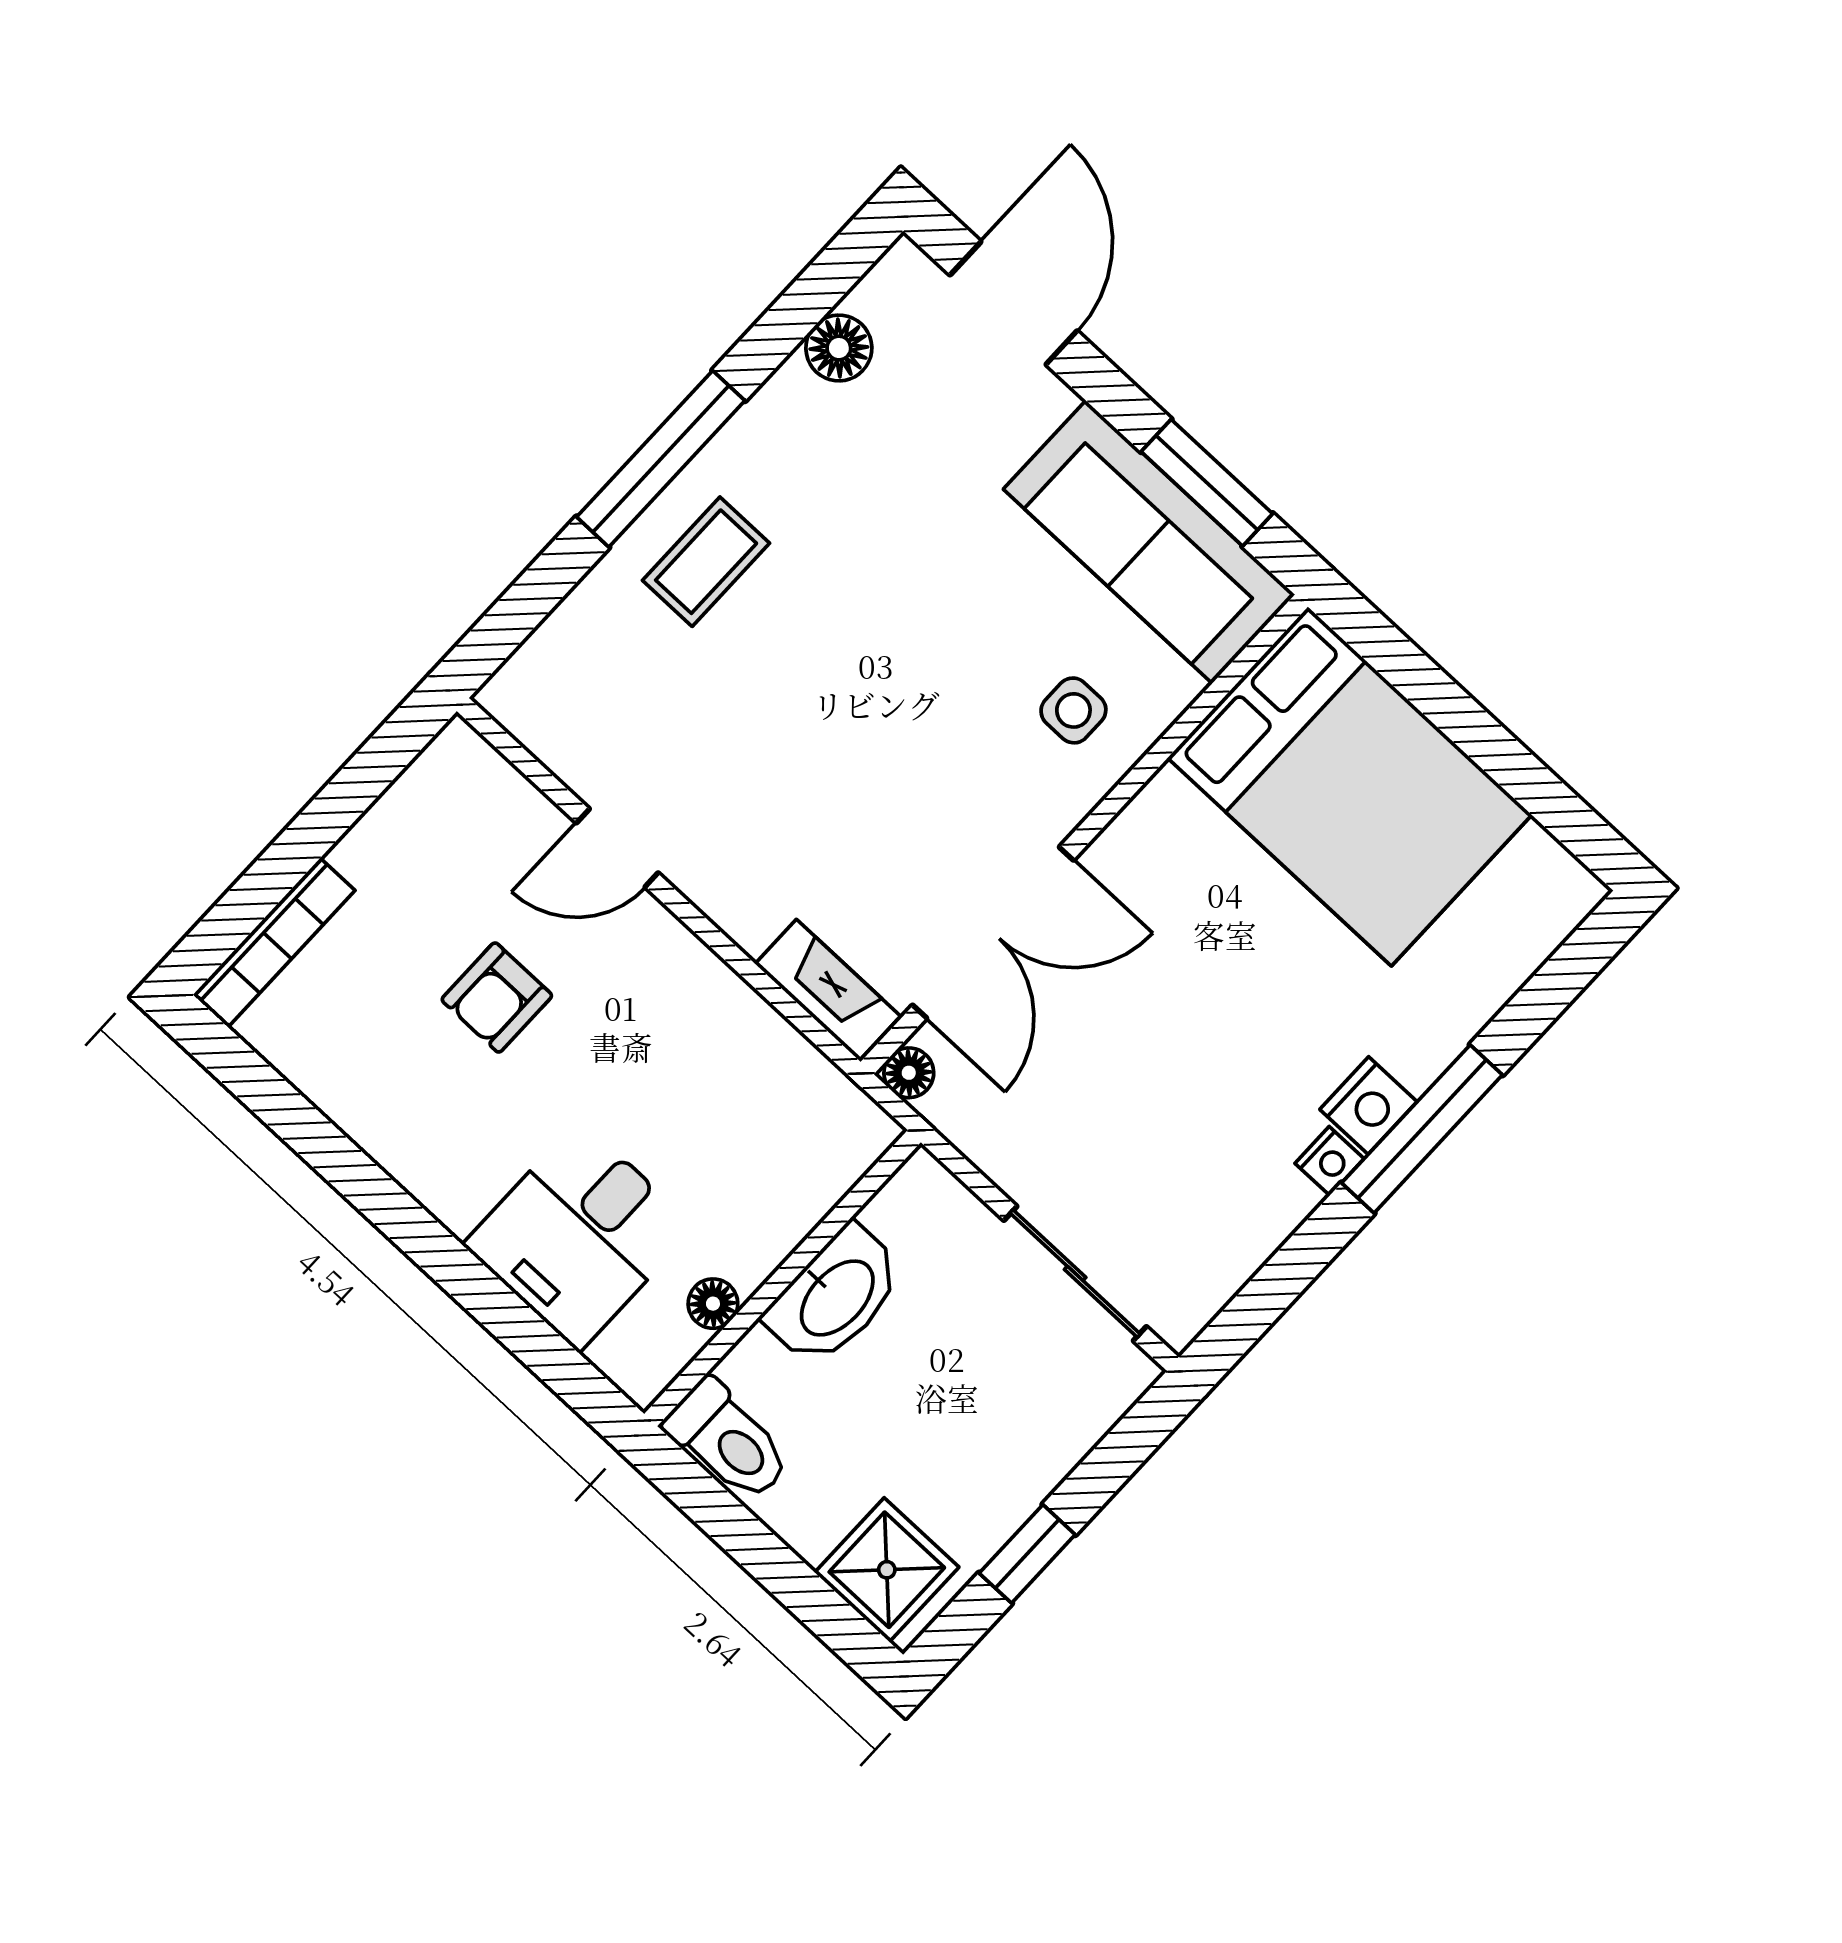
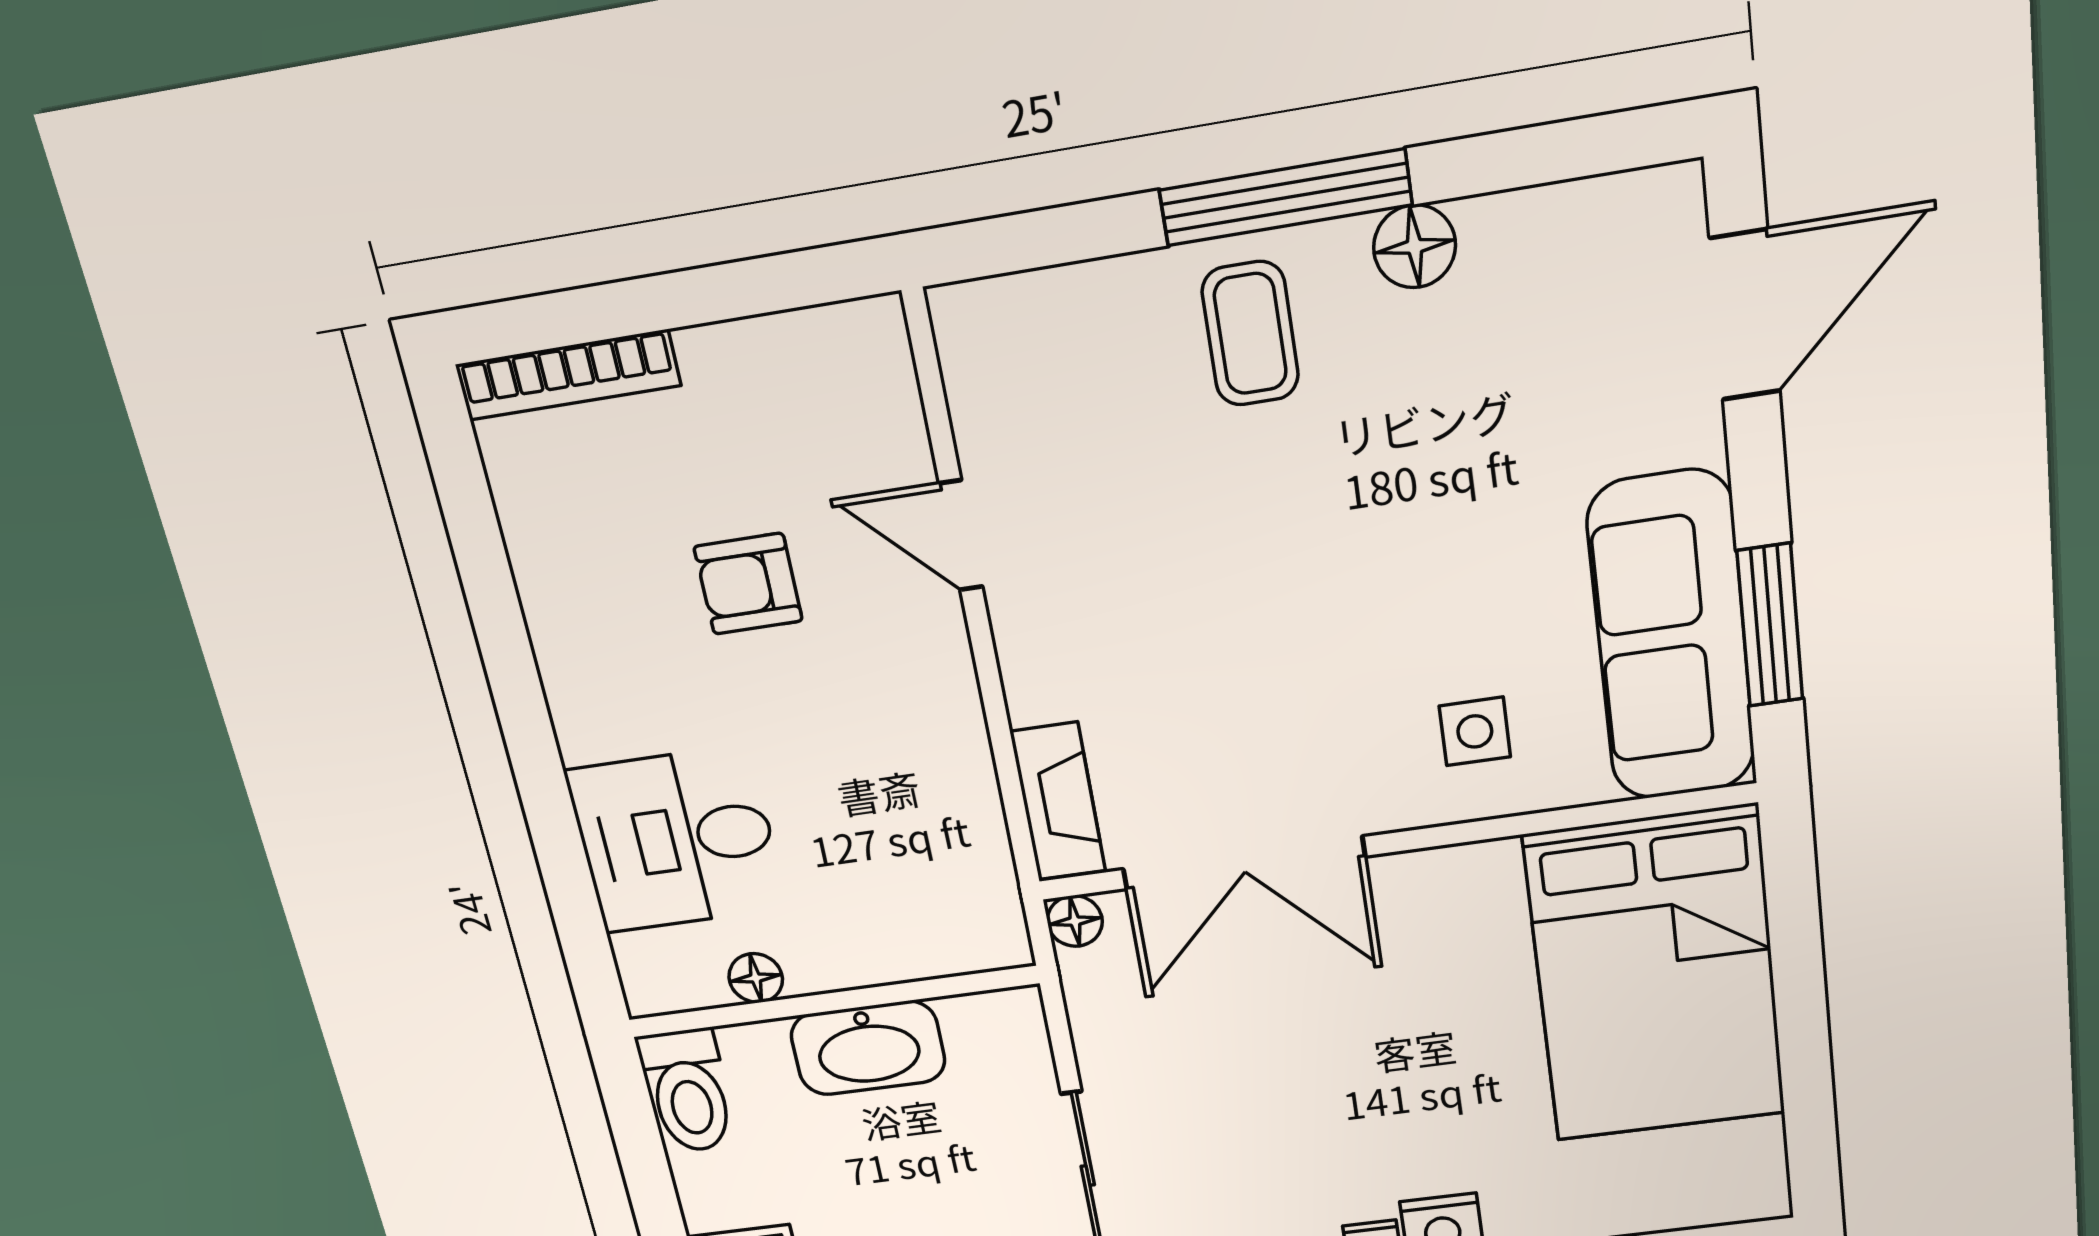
floor lamp: (839, 348) -> (1415, 246), moved
coffee table: (706, 562) -> (1250, 334), turned 90

